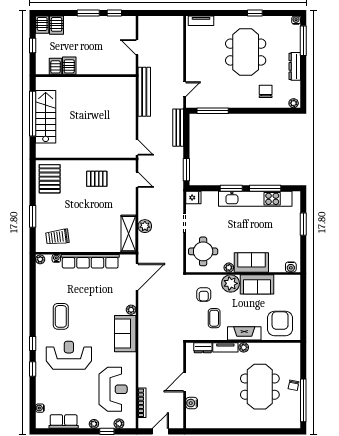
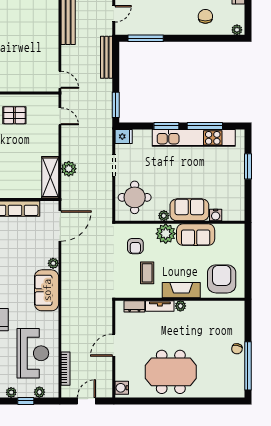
water cooler: (291, 267) -> (216, 215), moved
meeting table: (260, 387) -> (171, 372), moved, turned 90
water cooler: (192, 403) -> (122, 388), moved

